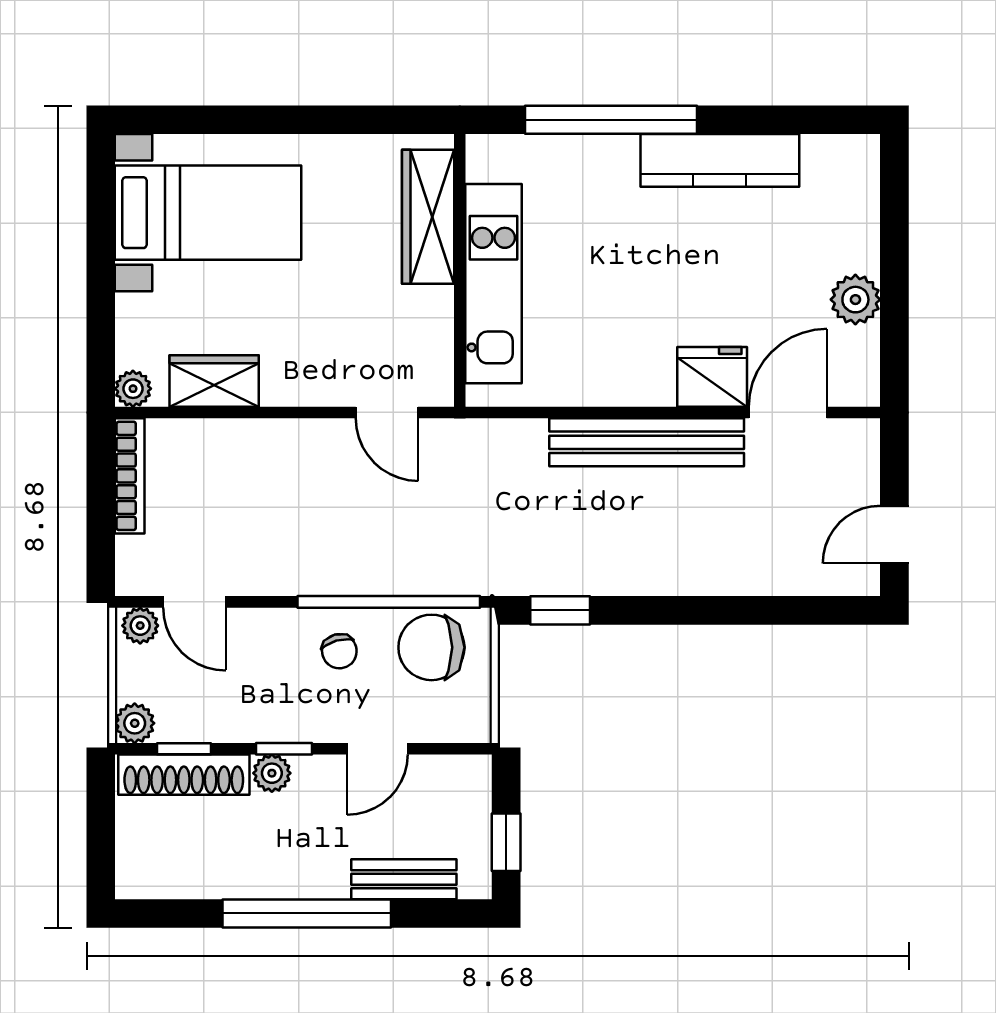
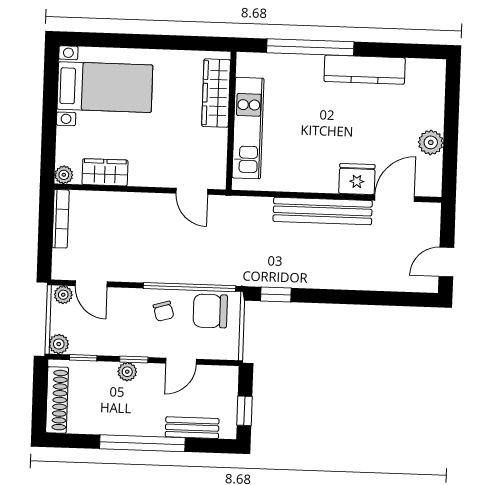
shoe rack: (184, 775) -> (57, 400), moved, turned -90

